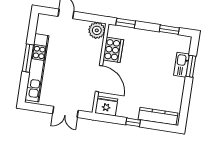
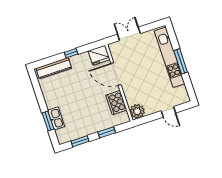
window: (126, 23) -> (107, 132), moved

